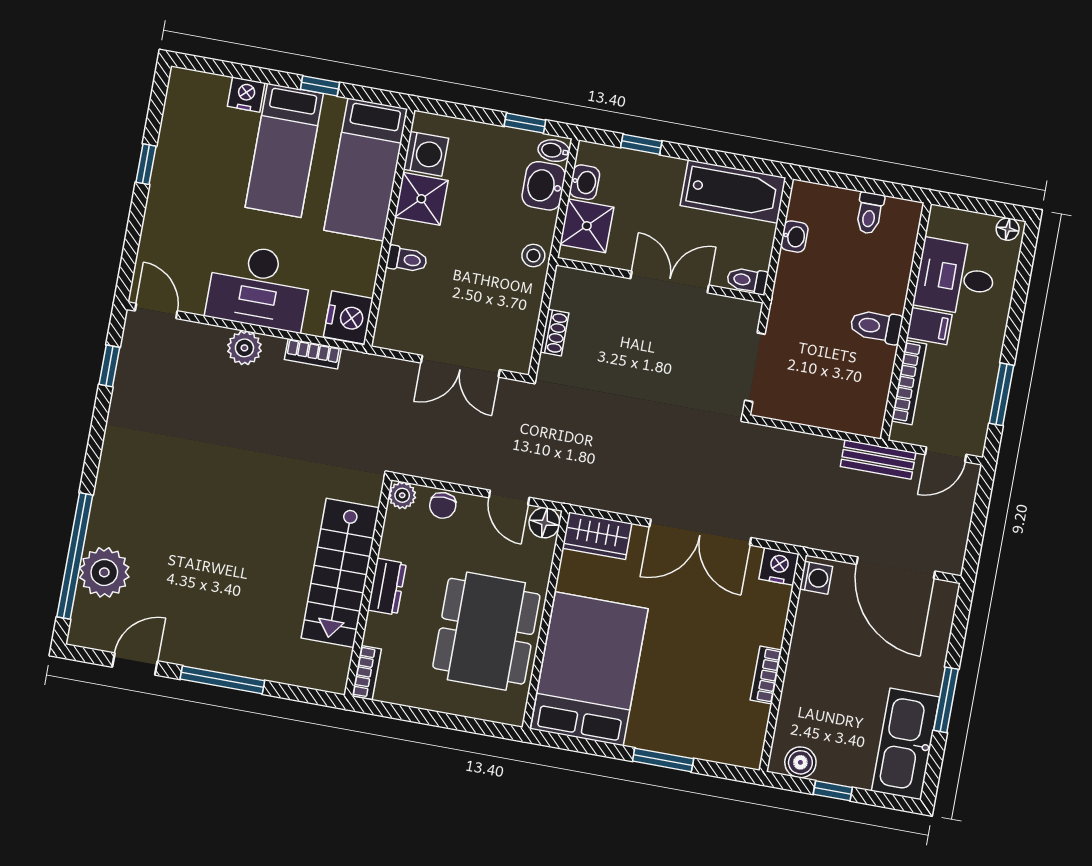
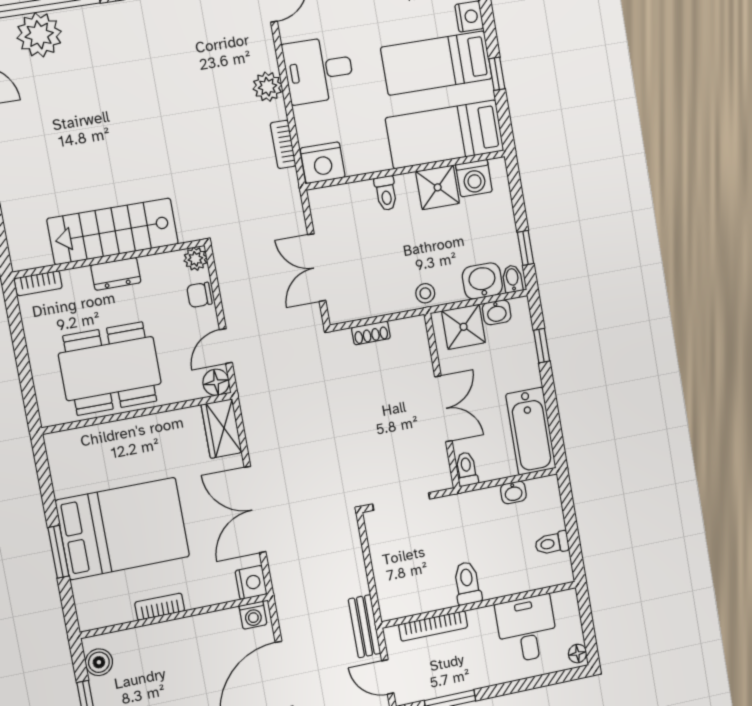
desk: (259, 287) -> (319, 70), width x0.73
filing cabinet: (929, 326) -> (482, 624), removed
bed: (589, 669) -> (123, 528), moved

